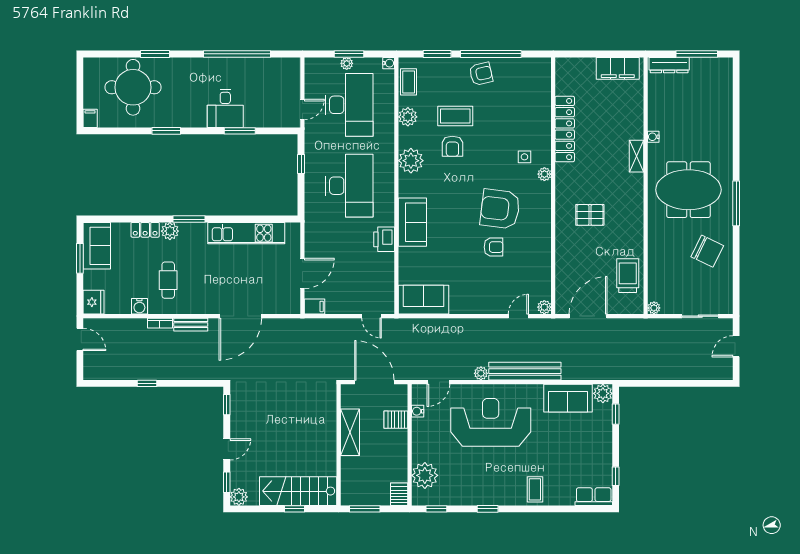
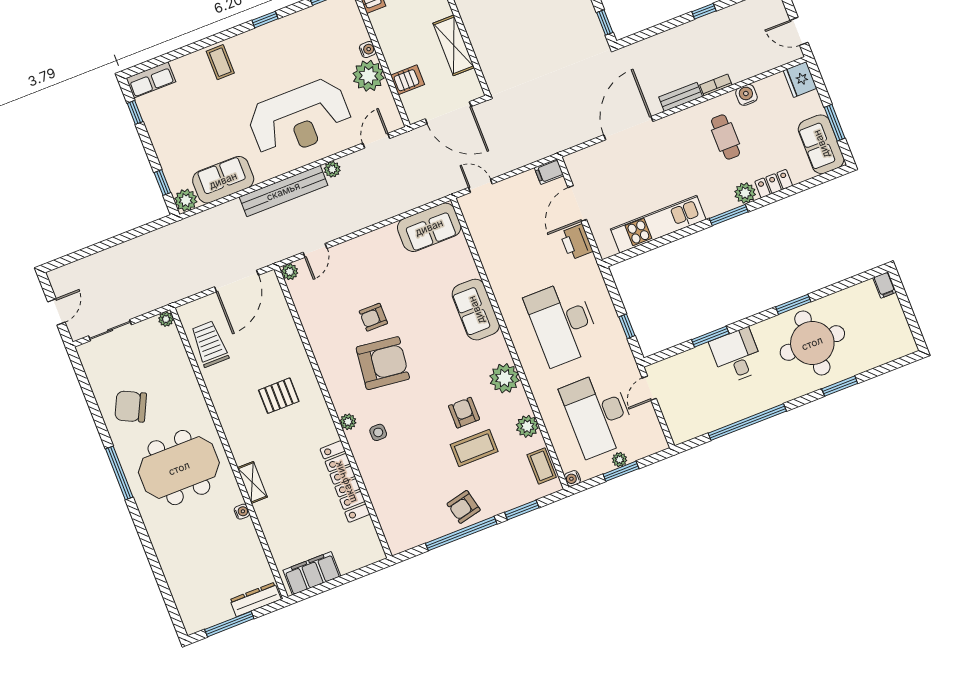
round table: (133, 87) -> (812, 343), moved
printer: (384, 239) -> (576, 242), moved, turned 180
trolley: (628, 276) -> (210, 344), turned 180
water cooler: (418, 411) -> (368, 50), moved
plant: (425, 475) -> (369, 76), moved

